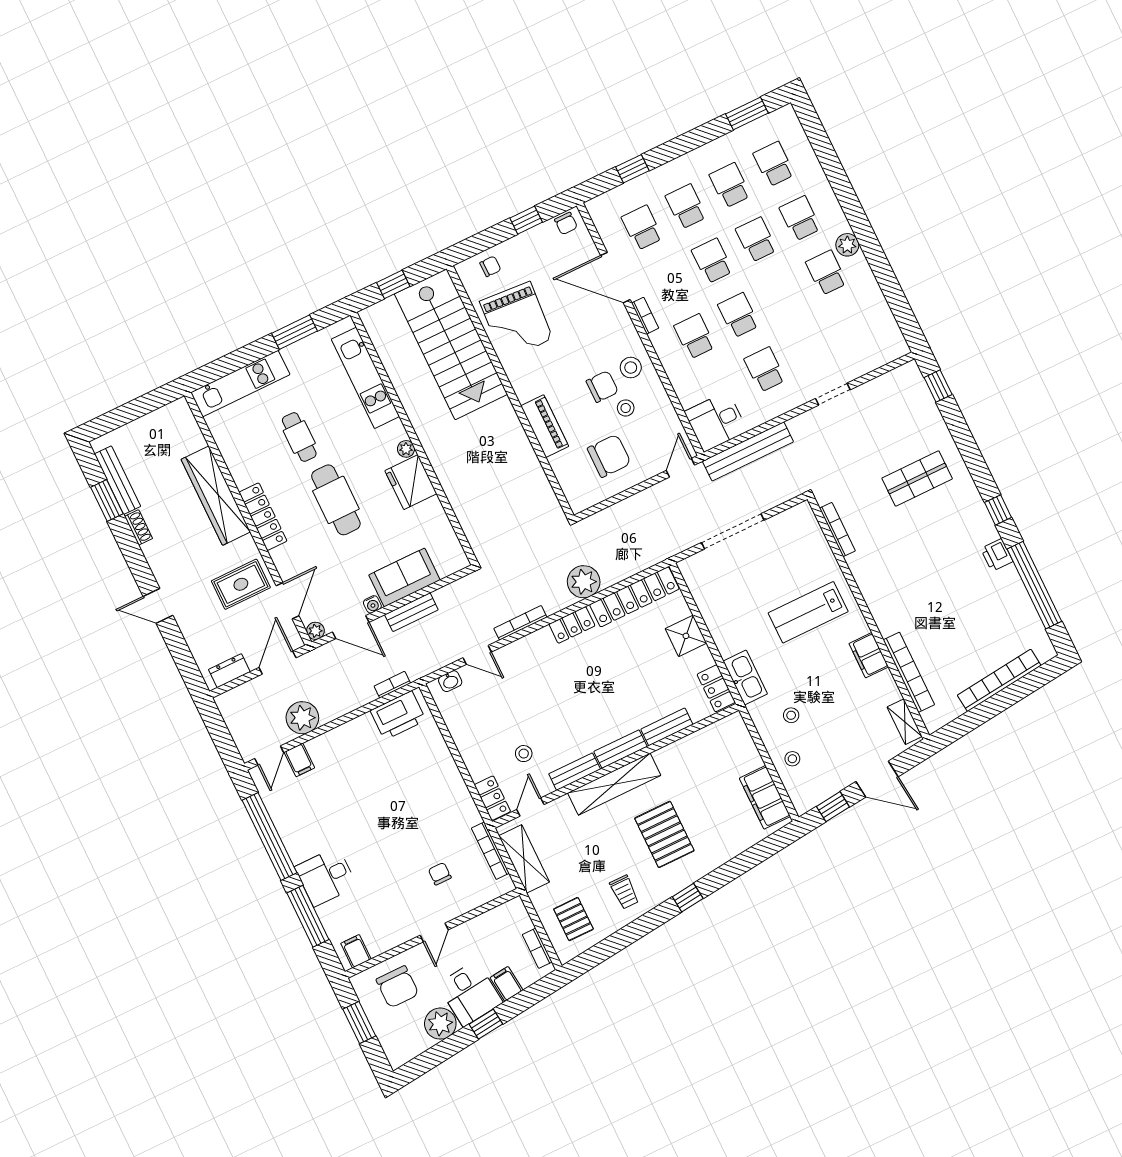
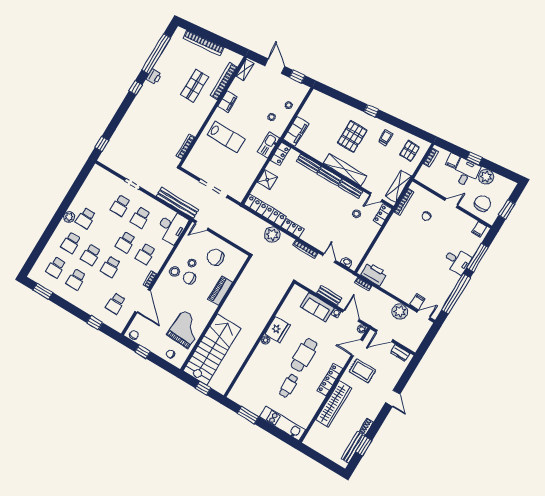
school desk: (686, 207) -> (120, 205), moved
kitchen unit: (365, 378) -> (248, 375), removed
desk: (716, 421) -> (172, 227), width x1.37
shop shelf: (917, 478) -> (195, 86), moved, turned 90
filing cabinet: (765, 797) -> (296, 131), moved

